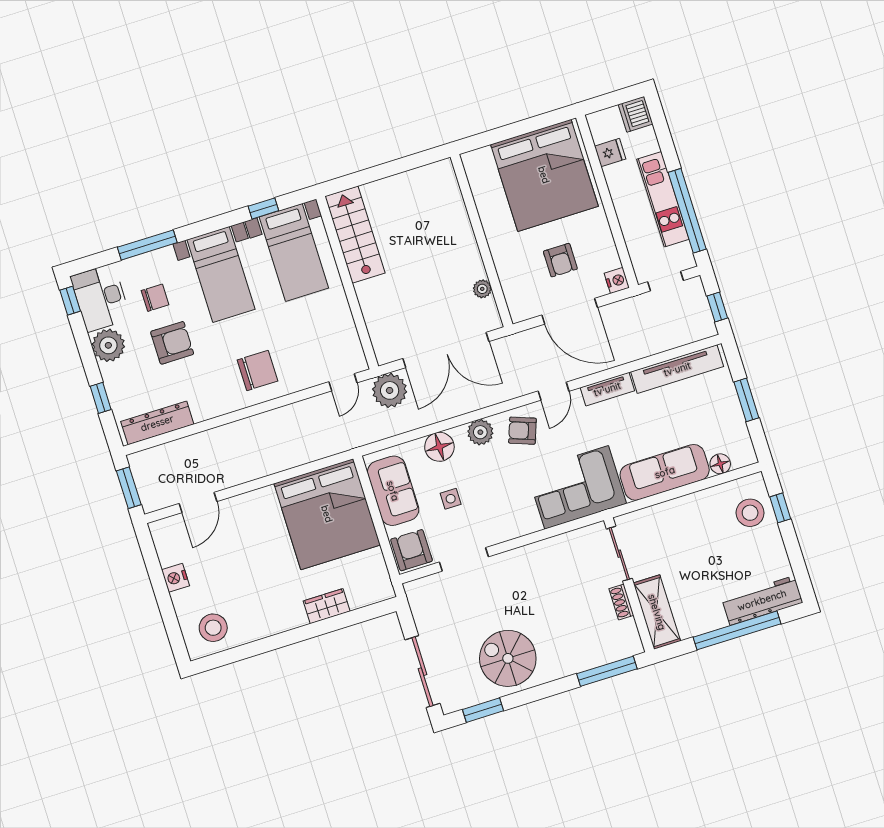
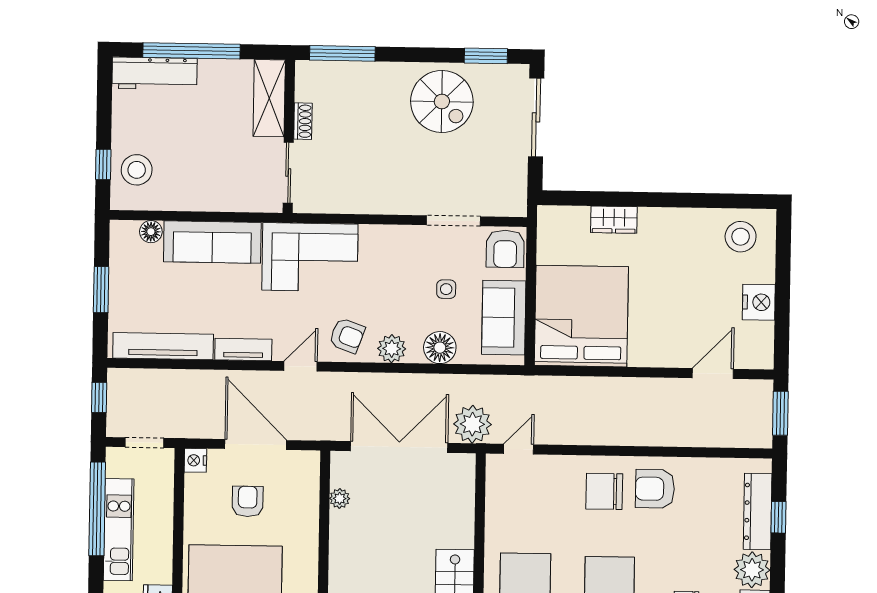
armchair: (172, 343) -> (655, 489), moved
dresser: (157, 423) -> (758, 512), moved, turned 90
nightstand: (175, 578) -> (759, 302), width x1.36, depth x1.33

